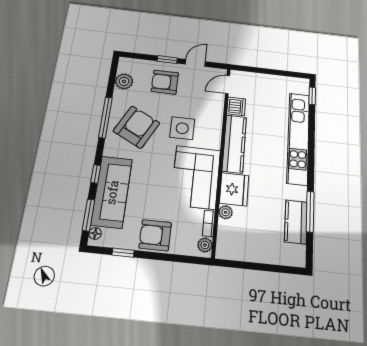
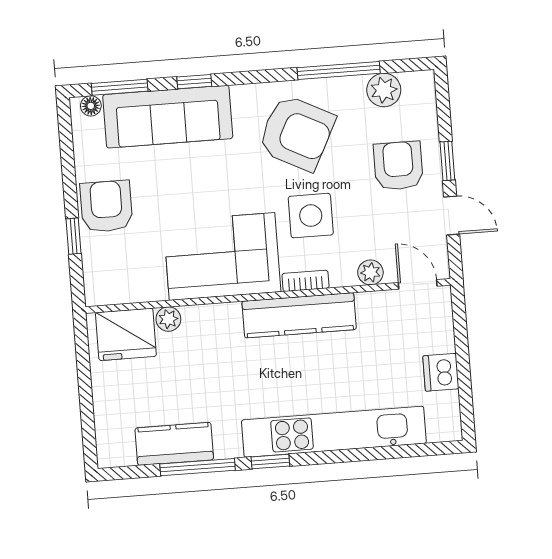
window: (312, 96) -> (270, 462), moved
dishwasher: (236, 106) -> (441, 372), moved, turned 90
window: (105, 118) -> (339, 71), moved
fridge: (234, 189) -> (126, 334), moved
bookcase: (209, 223) -> (305, 281), moved
plant: (205, 245) -> (370, 272), moved
window: (123, 253) -> (74, 236), moved

